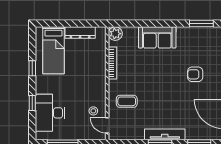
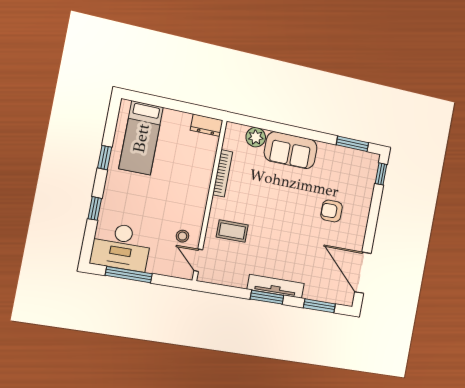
dresser: (80, 33) -> (207, 125), moved, width x0.70
plant: (115, 34) -> (256, 137), moved
desk: (50, 113) -> (121, 247), moved, turned -90

